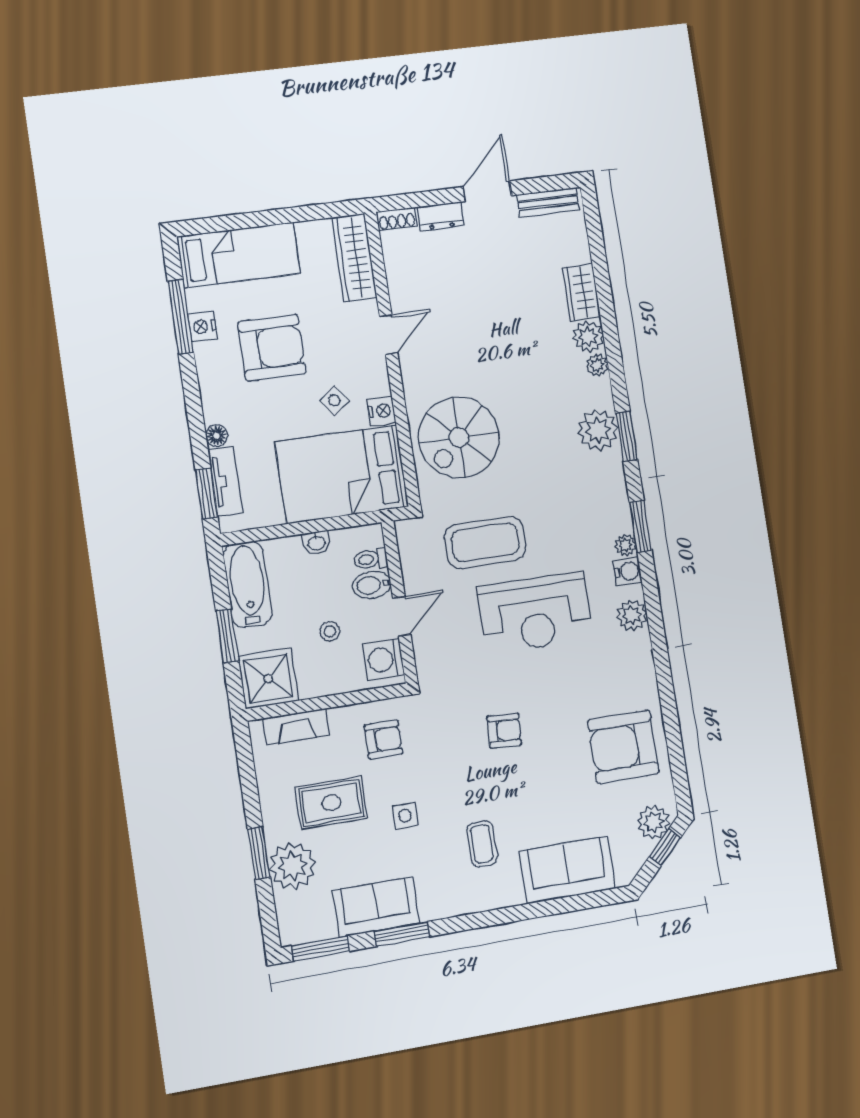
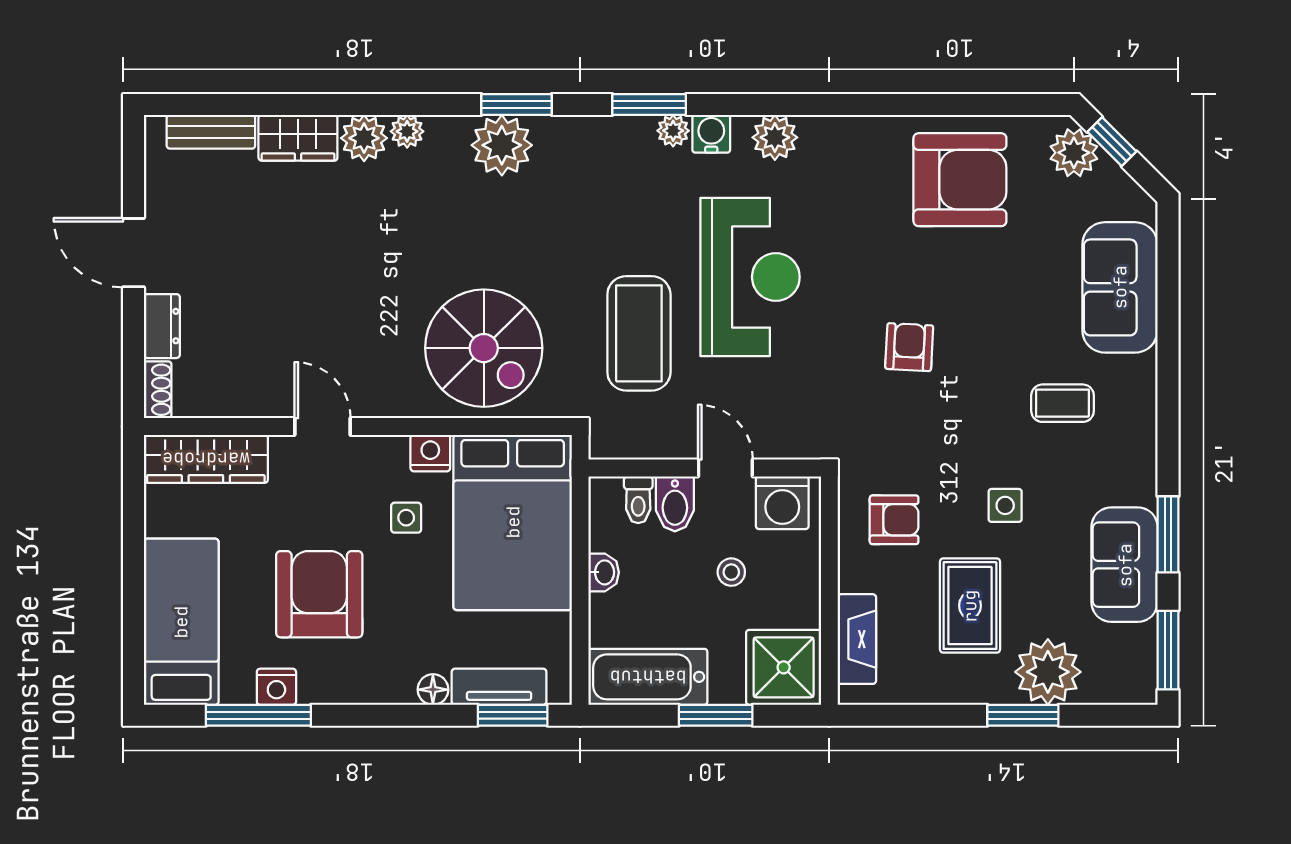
bench: (548, 202) -> (211, 132), moved, turned 90
side table: (334, 400) -> (406, 518), turned 37
armchair: (383, 739) -> (894, 520), turned 90
armchair: (623, 747) -> (960, 180), turned -90

